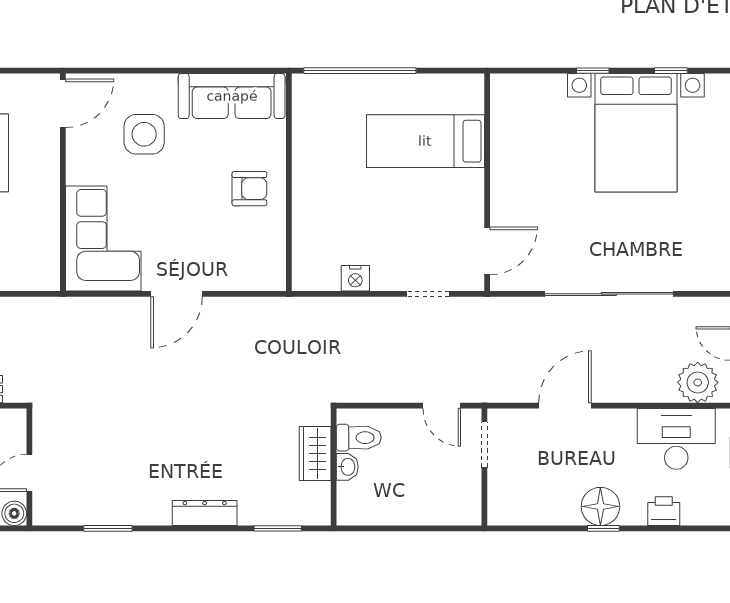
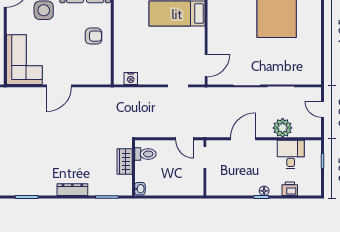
nightstand: (355, 278) -> (131, 78), moved
plant: (698, 382) -> (283, 128), moved
desk: (676, 439) -> (291, 155), width x0.73
washbasin: (347, 467) -> (140, 189), moved
floor lamp: (600, 506) -> (264, 191), width x0.53, depth x0.53

